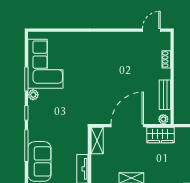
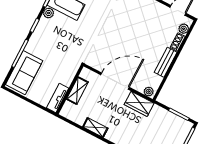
plant: (165, 44) -> (184, 29), added
bench: (165, 95) -> (166, 62), moved
shelving: (97, 141) -> (77, 91), moved

